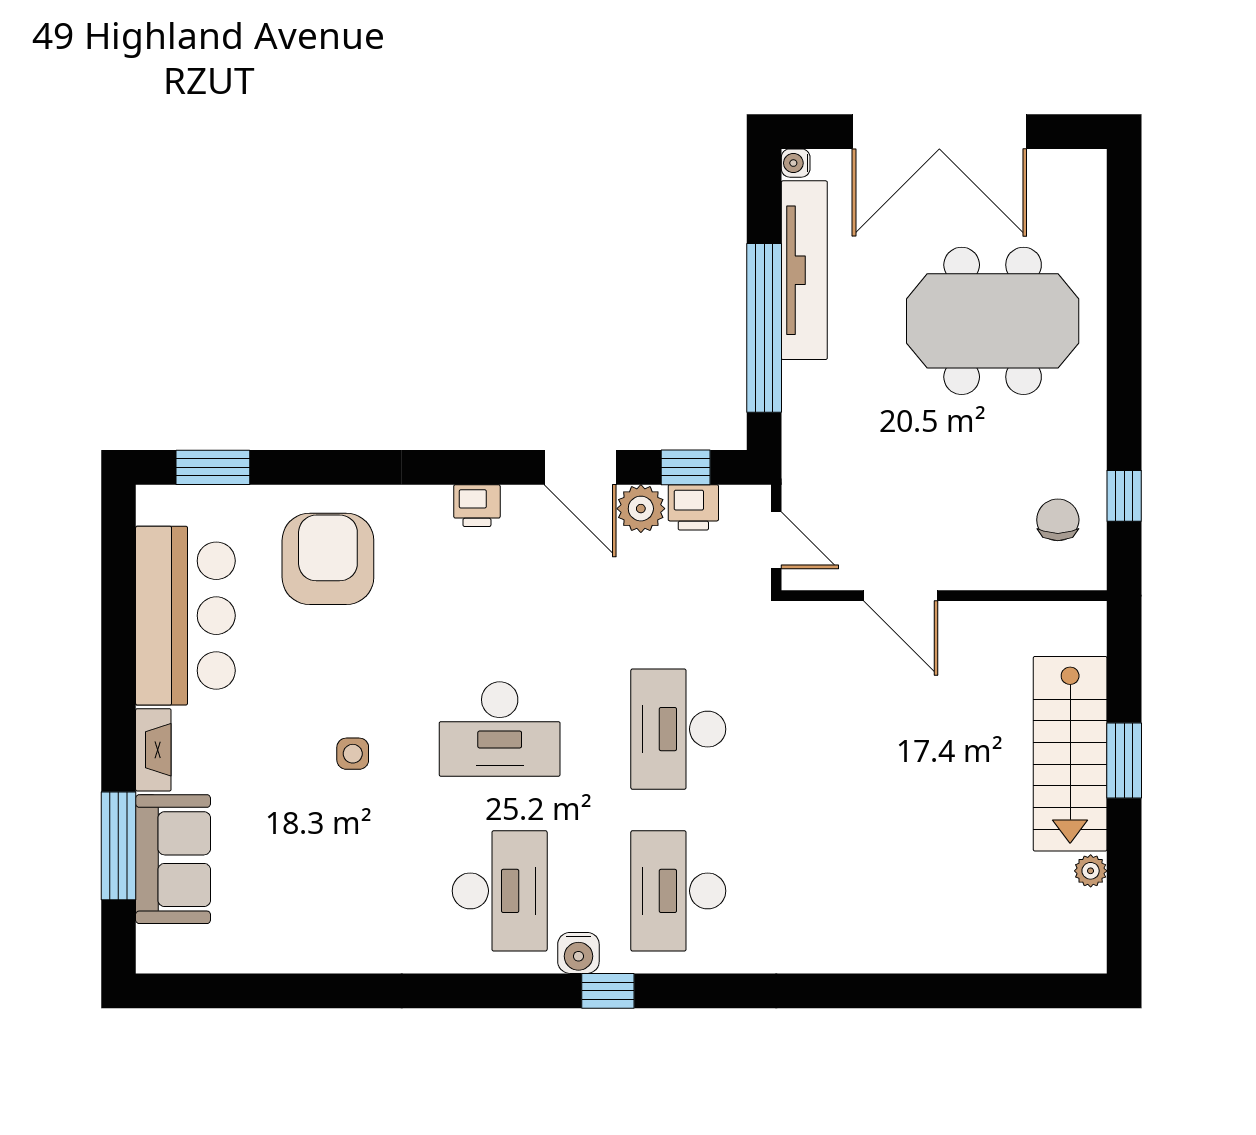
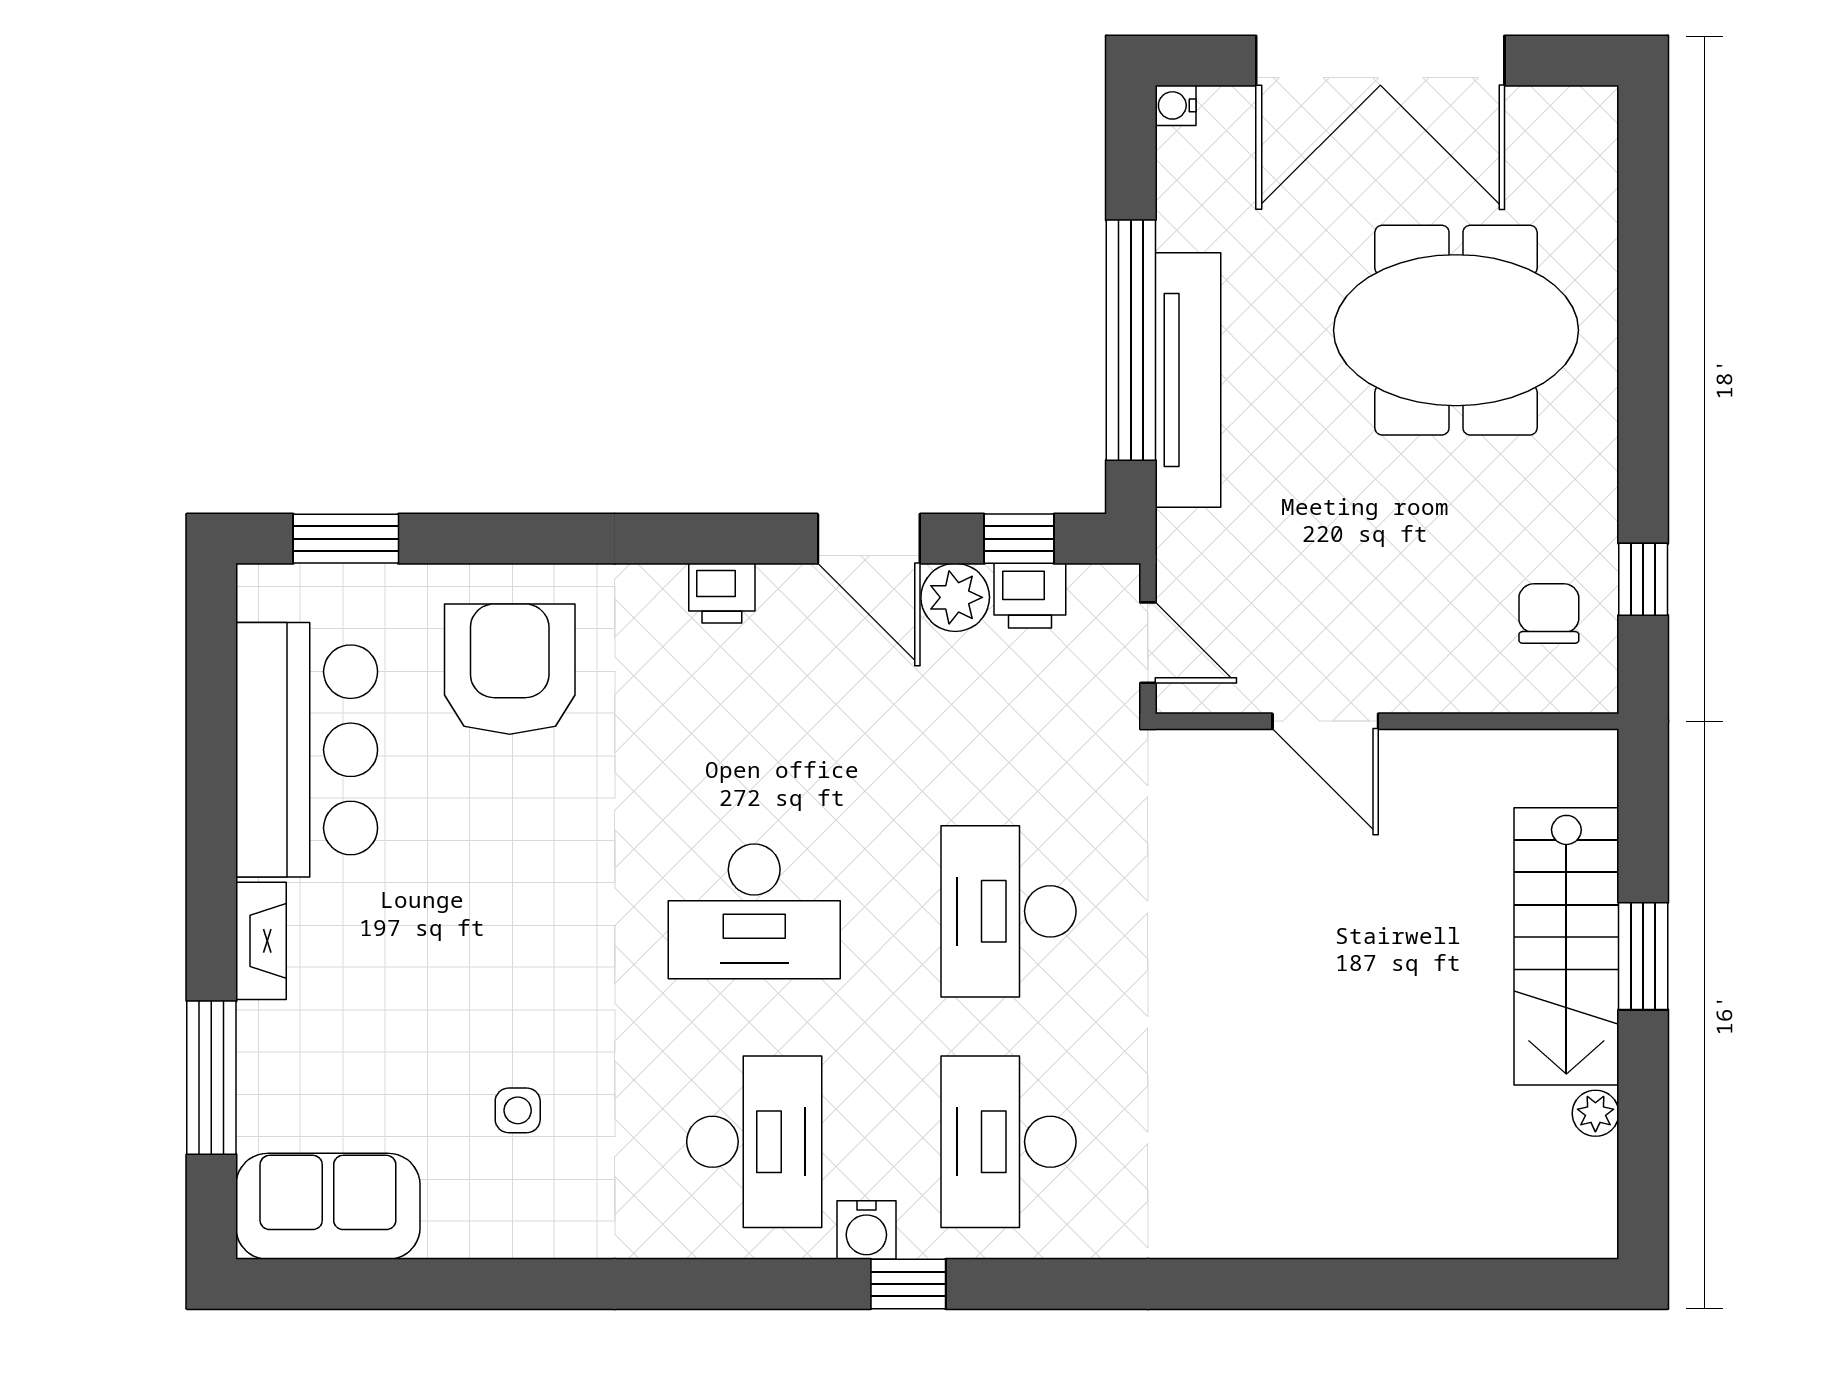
tv unit: (804, 270) -> (1188, 380), moved
side table: (353, 754) -> (518, 1110), moved
sofa: (173, 859) -> (328, 1206), moved, turned -90

